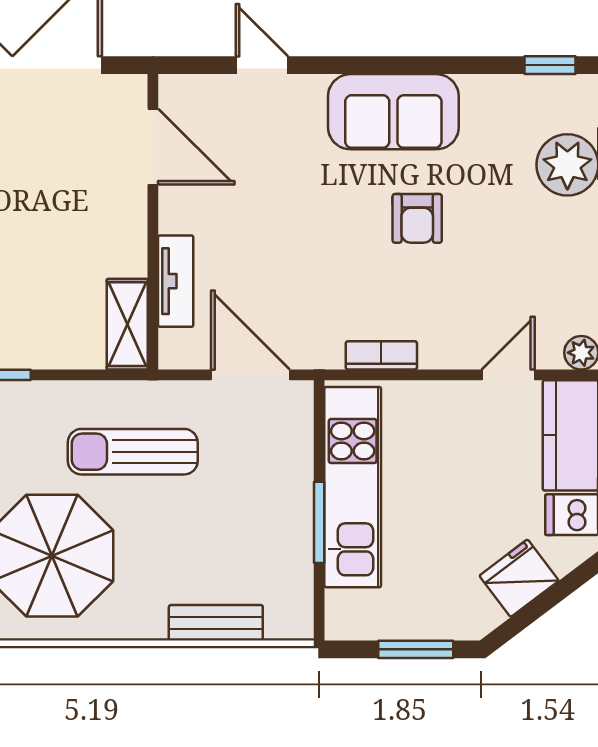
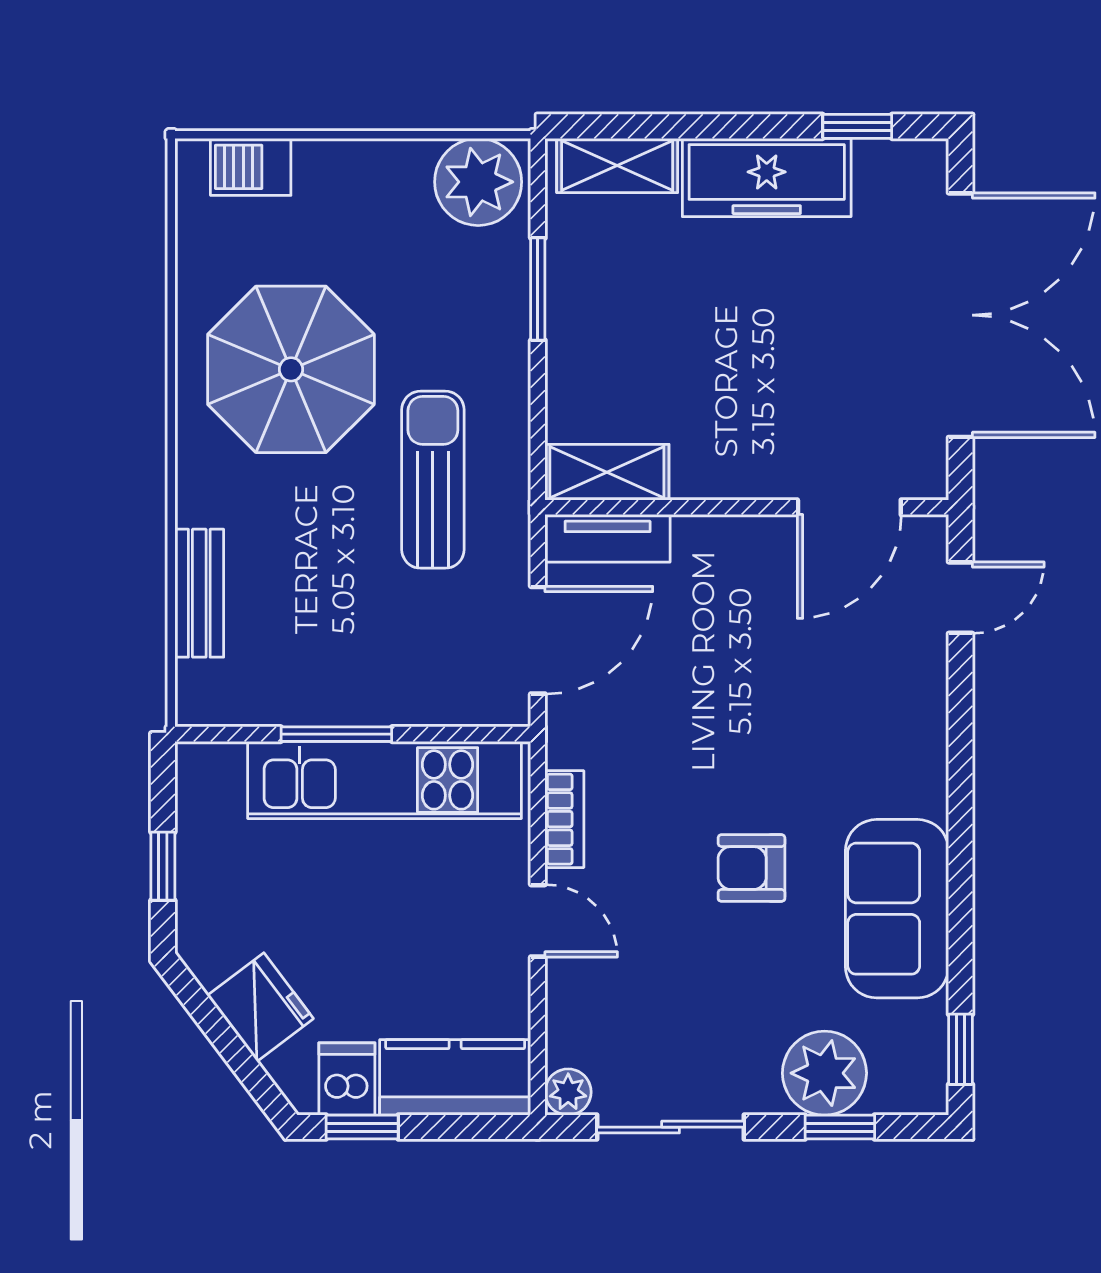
door: (262, 65) -> (961, 598), moved
sofa: (393, 112) -> (897, 909), moved
tv unit: (176, 281) -> (608, 538), moved
door: (508, 375) -> (538, 921), moved
window: (416, 649) -> (163, 866), width x0.67

